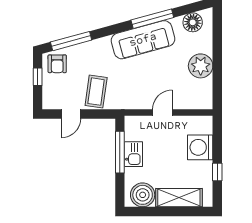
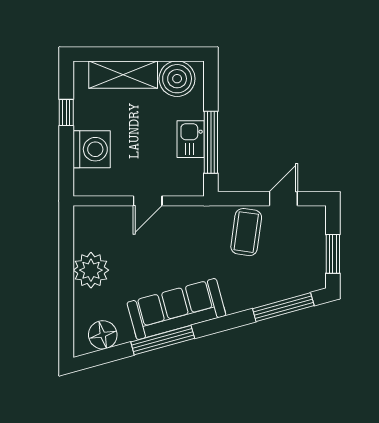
armchair: (57, 64) -> (304, 273), removed
window: (38, 77) -> (333, 254), width x1.50

